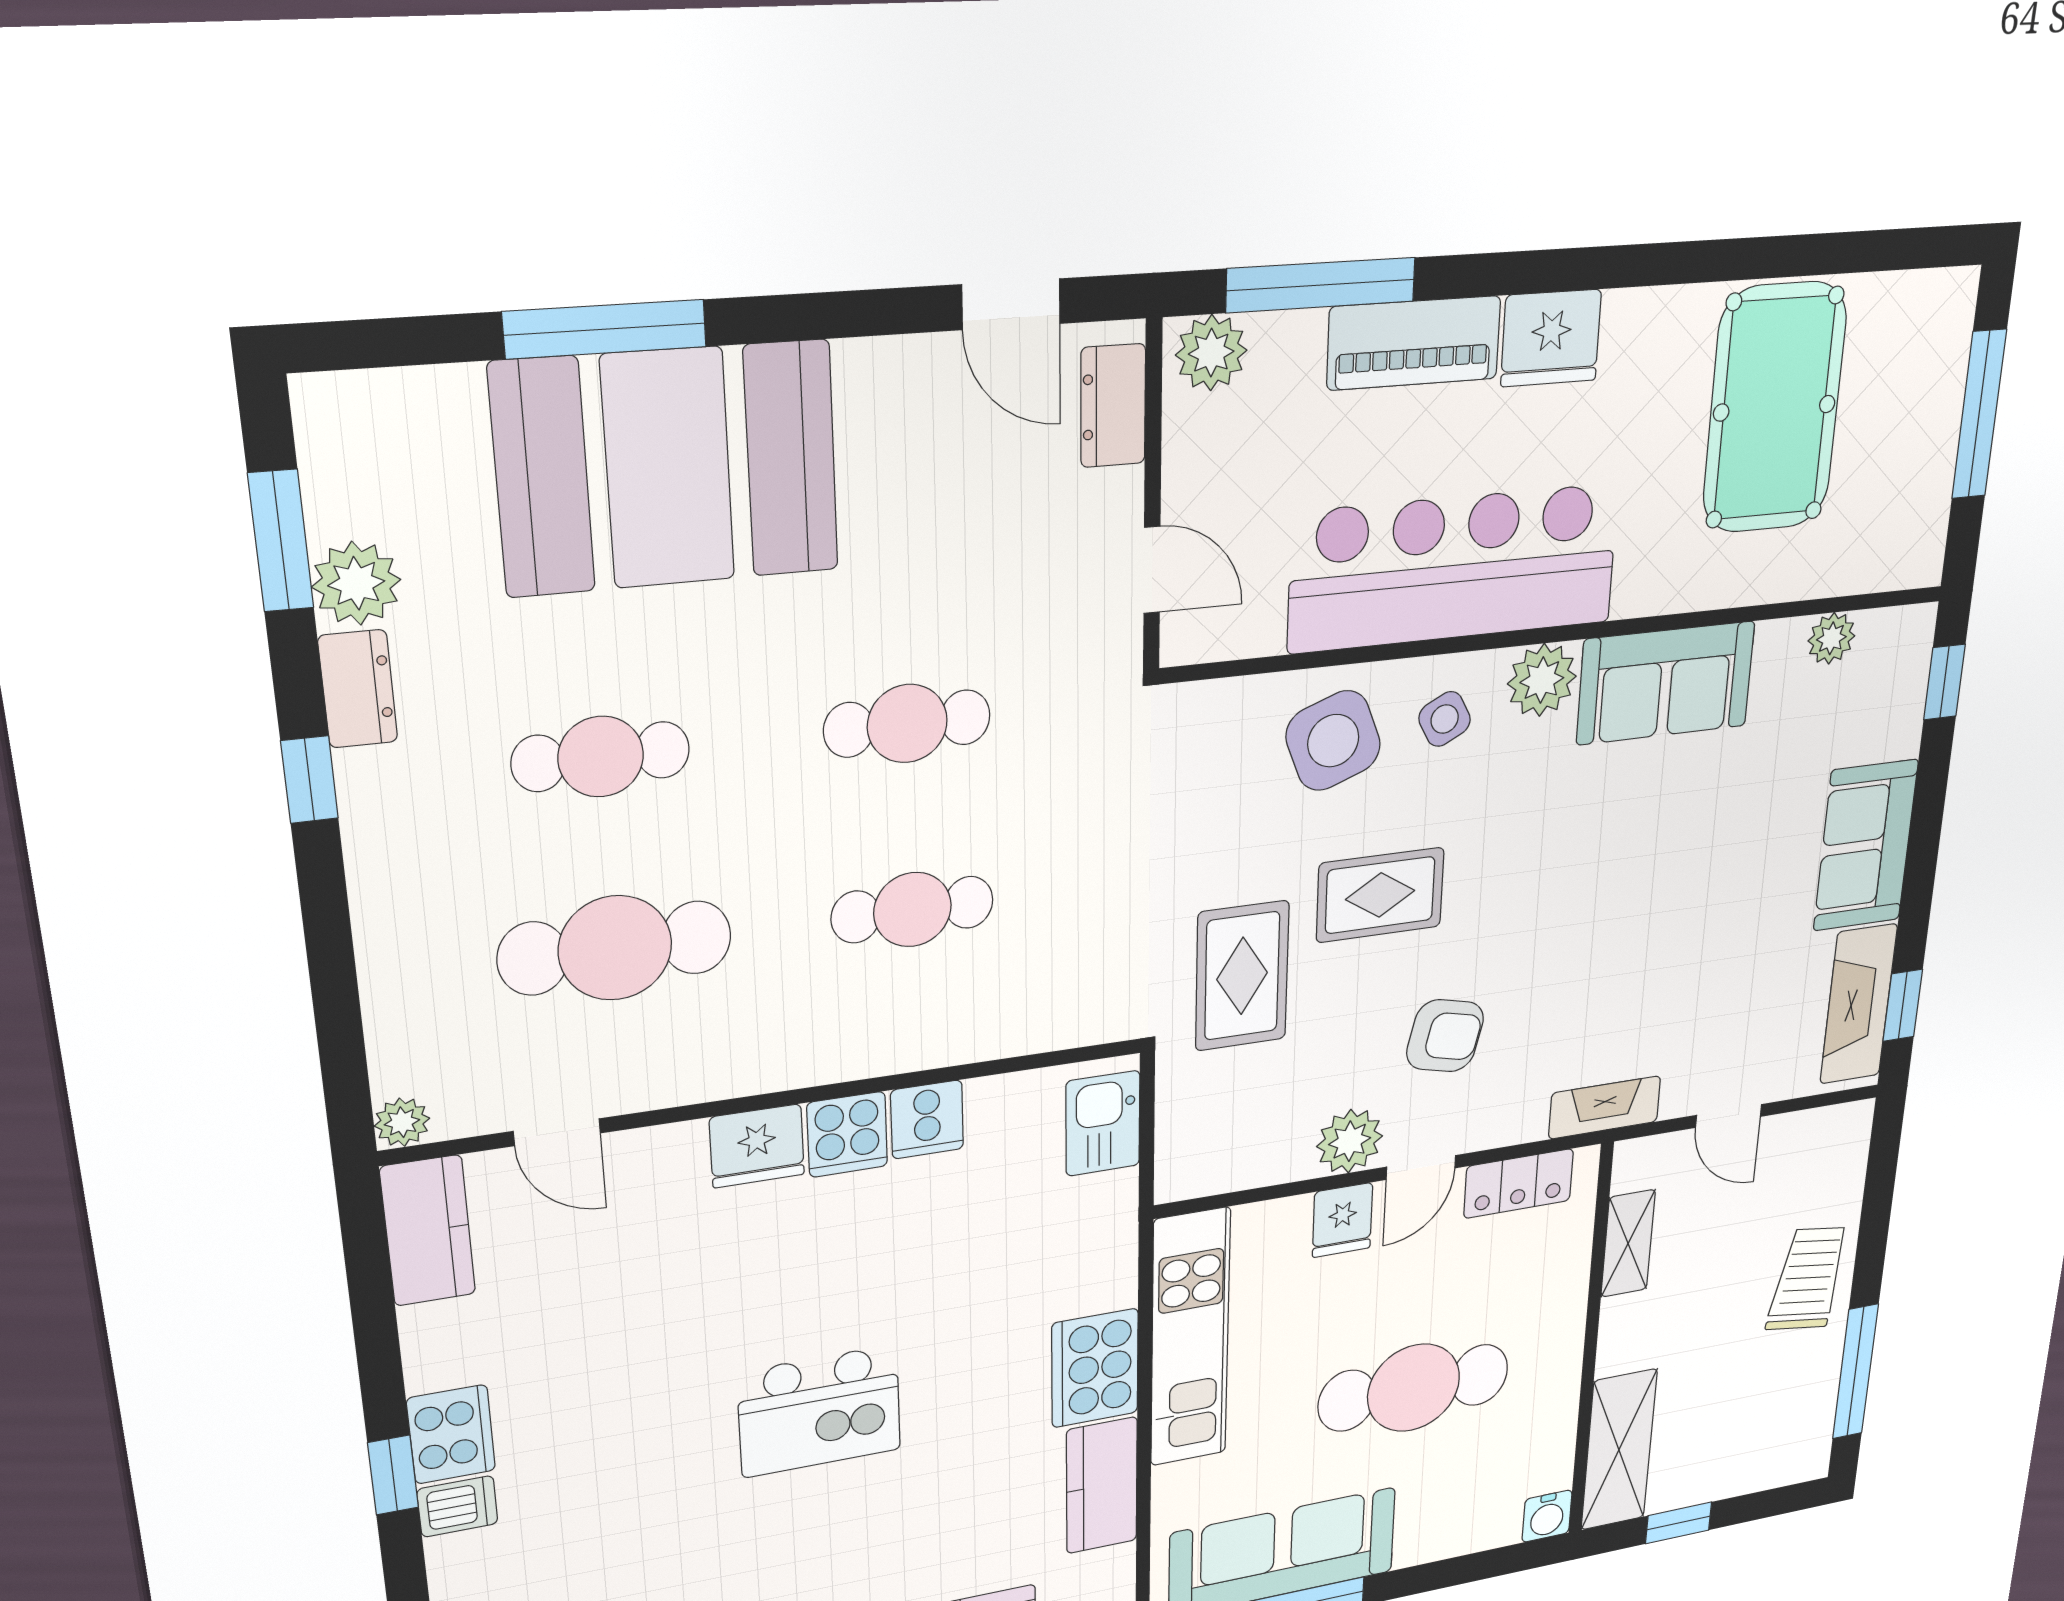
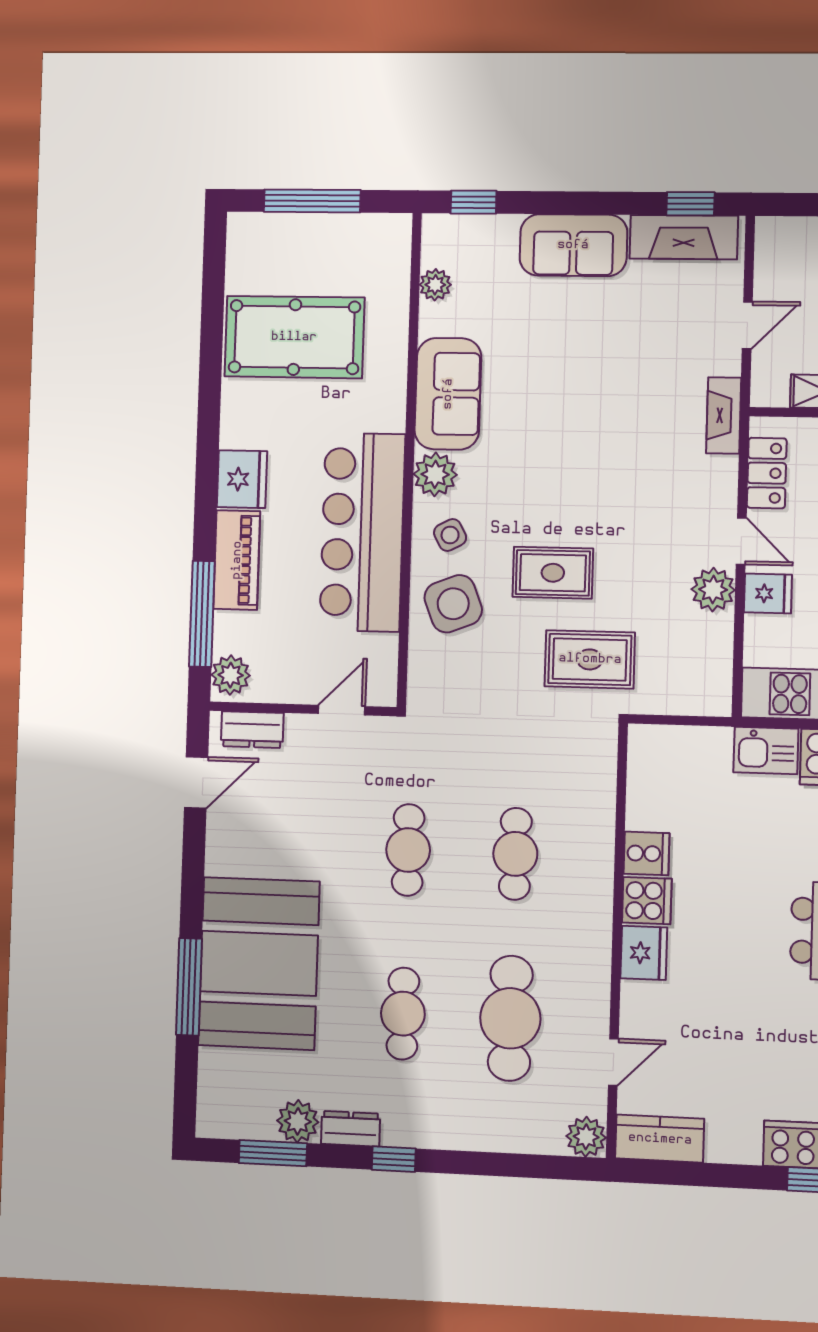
rug: (1380, 895) -> (553, 573), turned 90
armchair: (1445, 1036) -> (653, 528), removed
plant: (402, 1122) -> (586, 1137), width x1.38, depth x1.38
kitchen sink: (1103, 1123) -> (766, 751), moved

